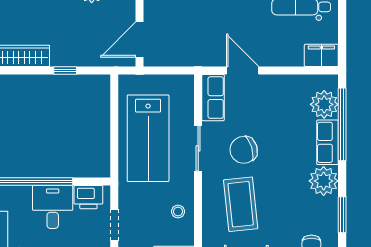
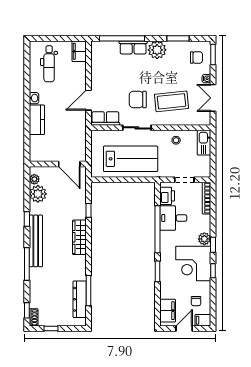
plant: (324, 104) -> (110, 49), removed
chair: (244, 150) -> (138, 100), turned 107

